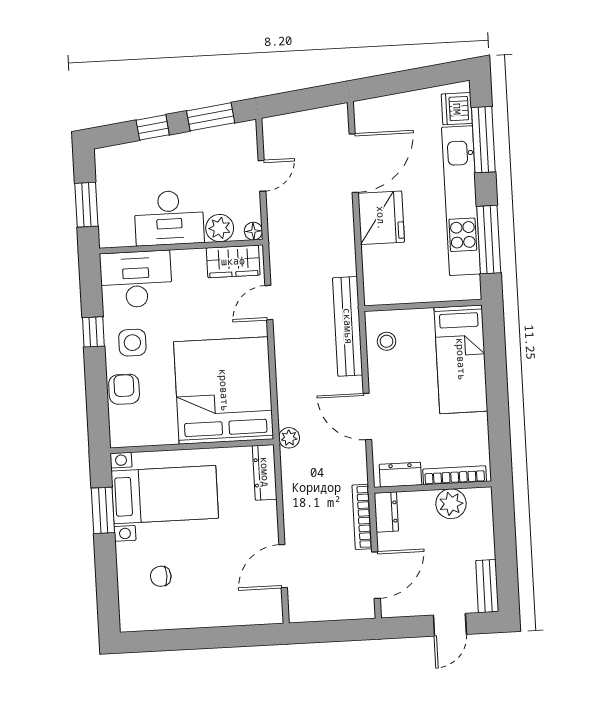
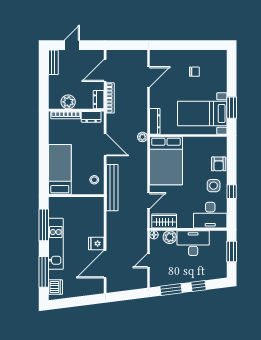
kitchen unit: (461, 201) -> (56, 244), width x0.73
fridge: (381, 218) -> (96, 244), width x0.53, depth x0.75
bed: (224, 390) -> (166, 161), width x0.73
chair: (161, 576) -> (194, 72), moved

